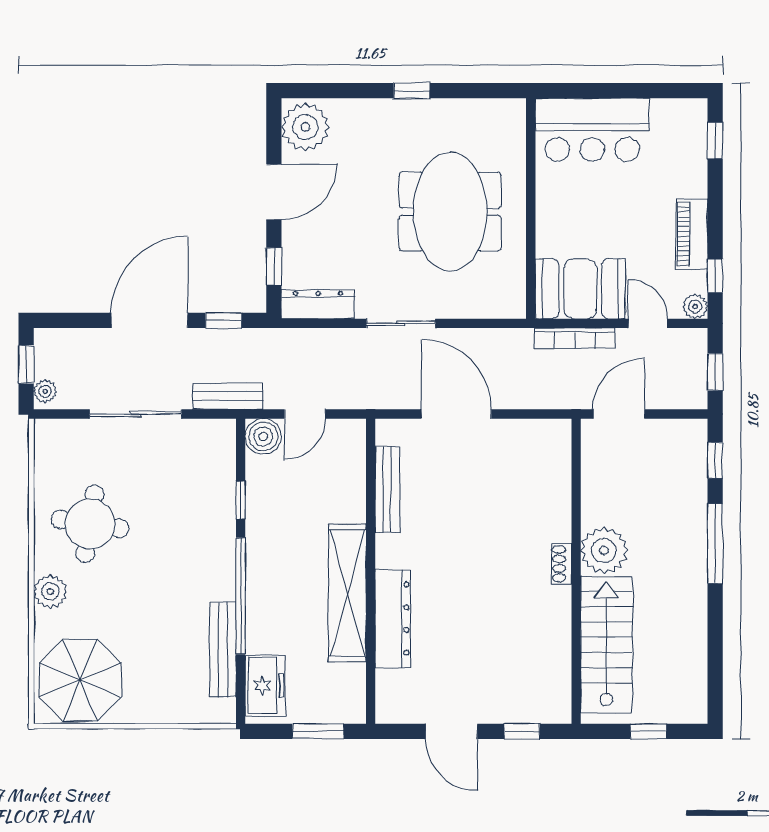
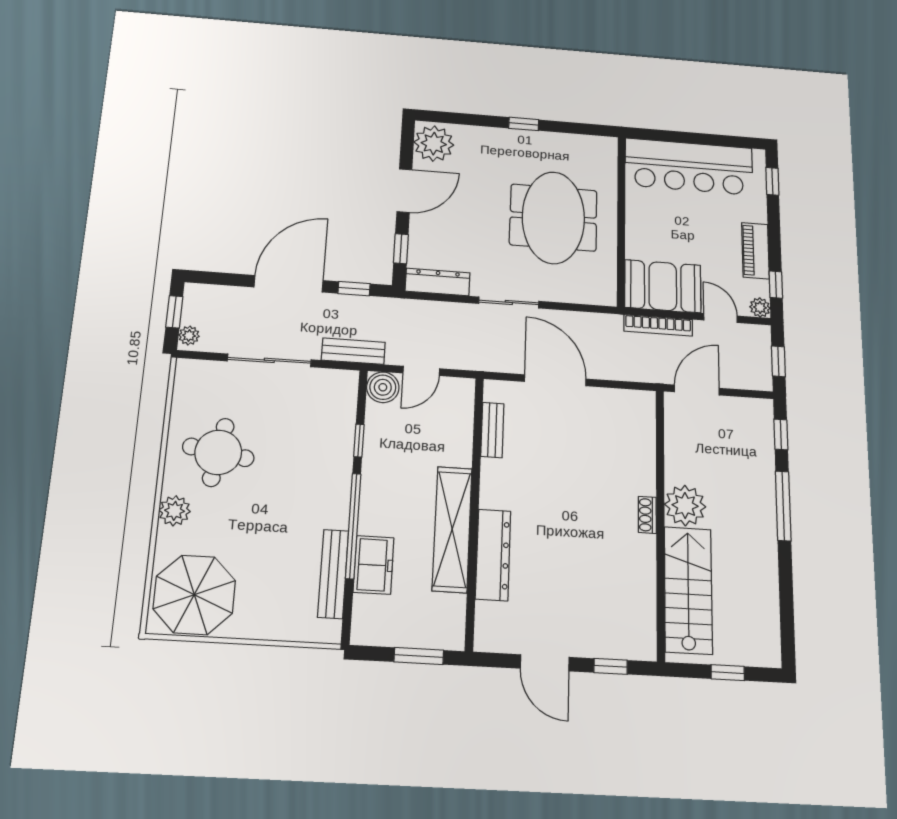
bar counter: (592, 130) -> (689, 167), width x1.36
bench: (387, 489) -> (492, 430), width x0.73
freezer: (265, 686) -> (374, 565), moved

